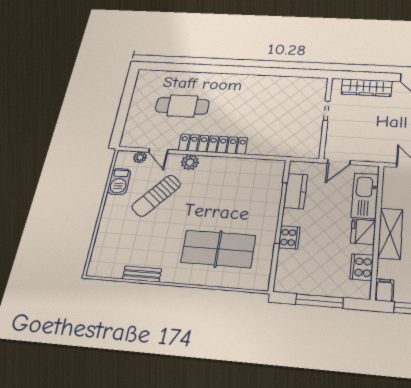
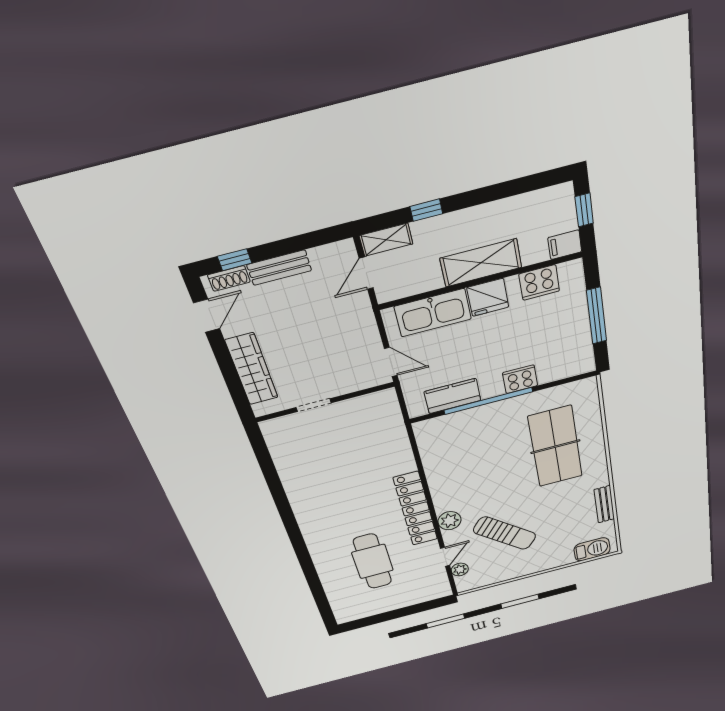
barbecue: (119, 182) -> (592, 549), moved

